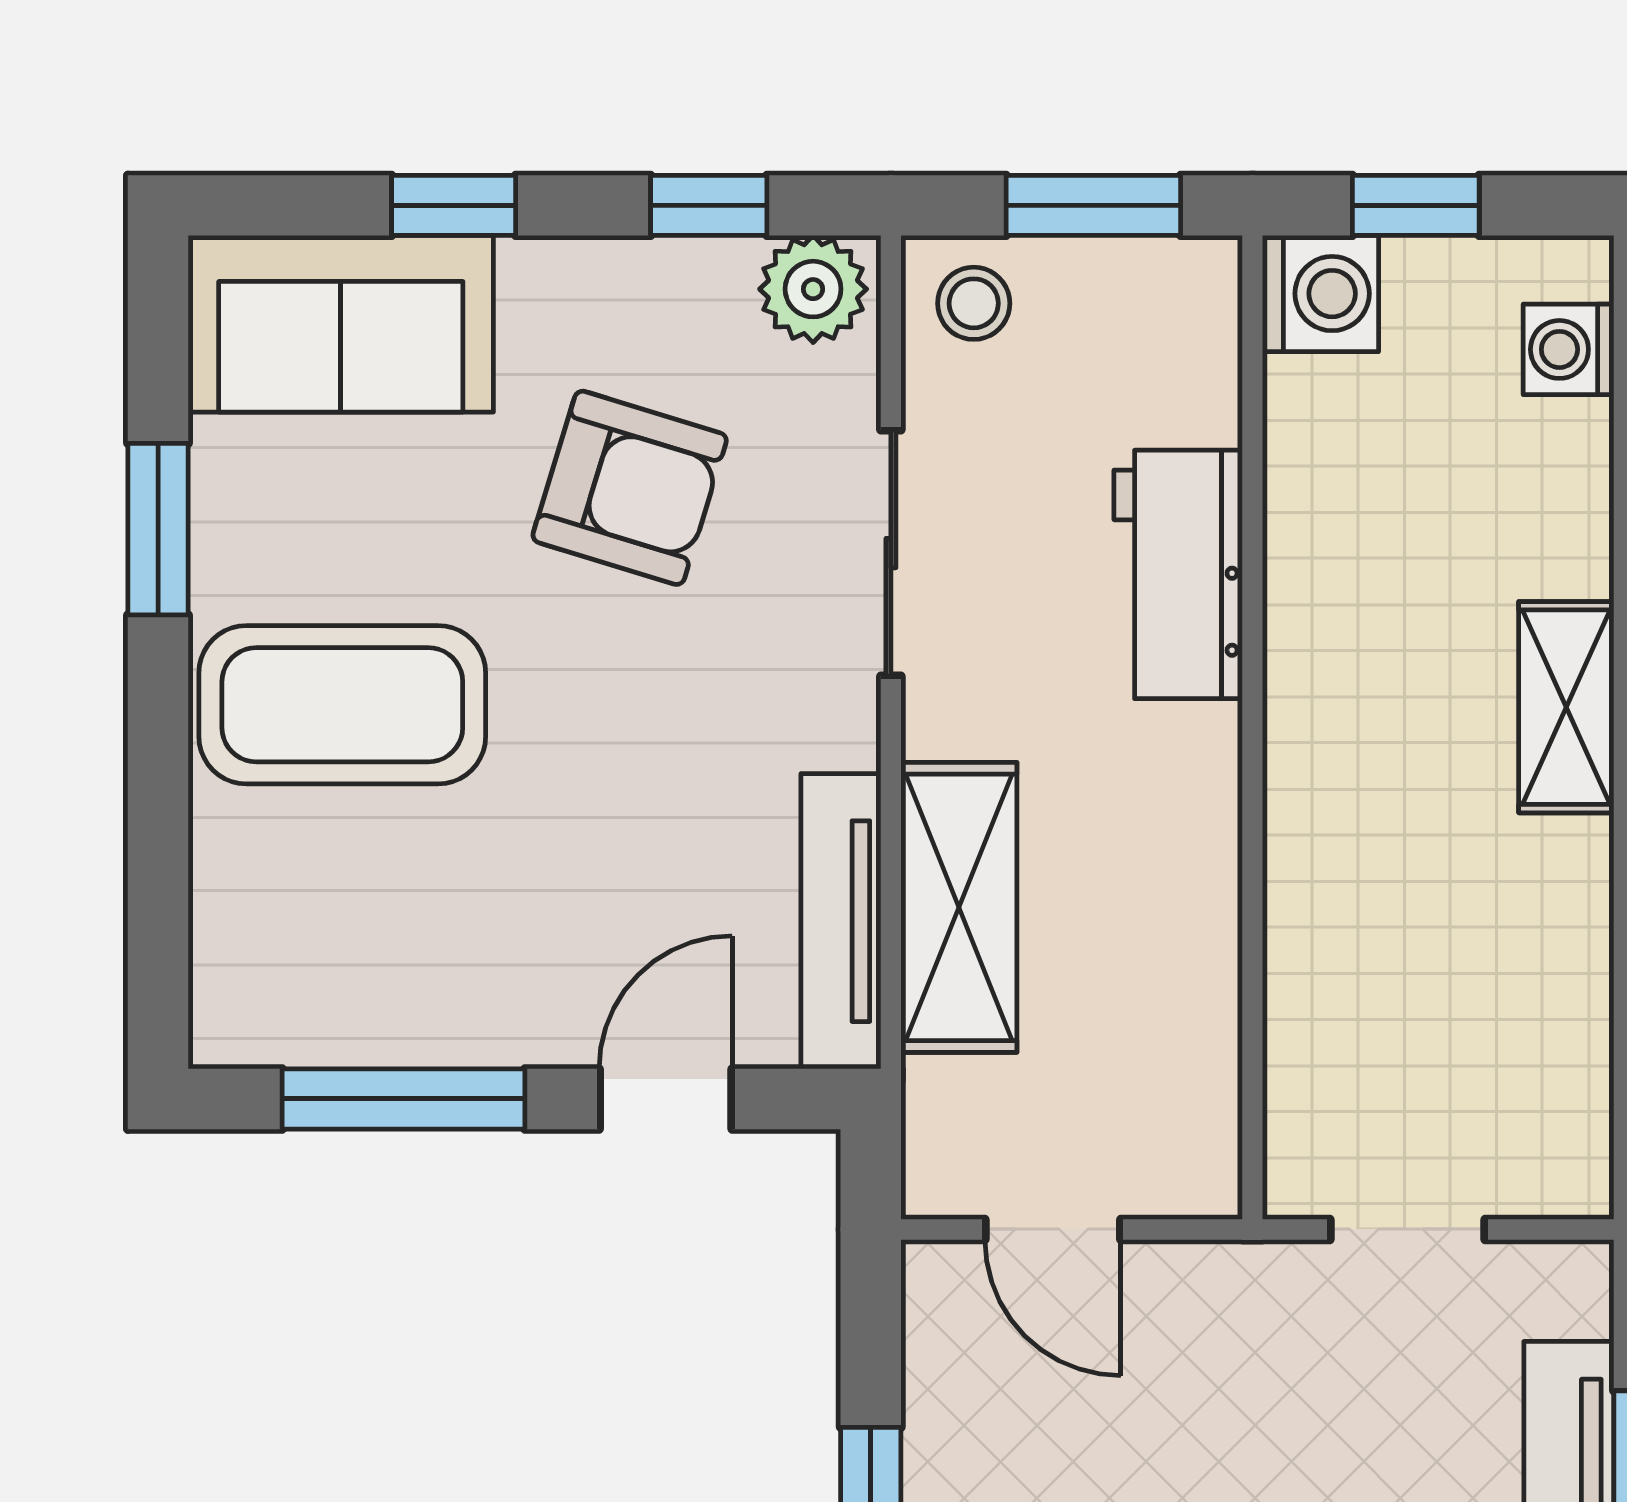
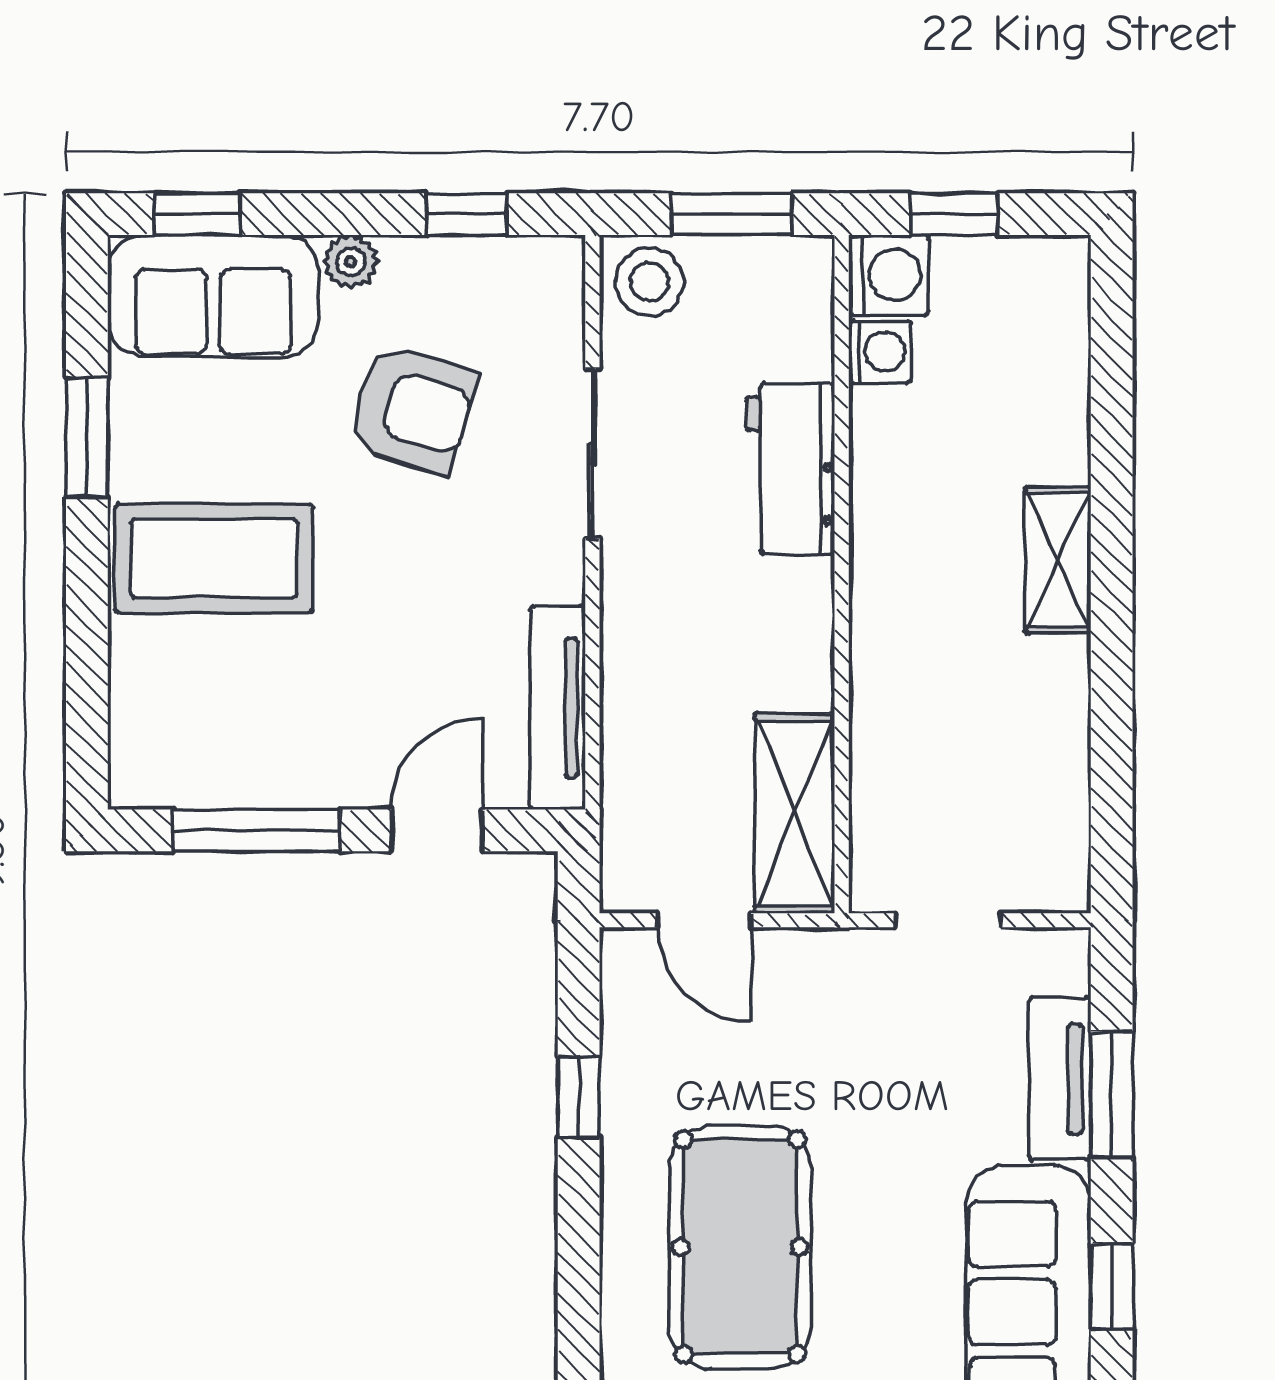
window: (454, 205) -> (197, 214), moved
plant: (813, 289) -> (351, 262), moved, width x0.73, depth x0.73
stool: (974, 303) -> (649, 282), width x1.37, depth x1.37
washing machine: (1569, 349) -> (880, 352), moved, turned 180
shelving: (959, 907) -> (795, 813), moved

